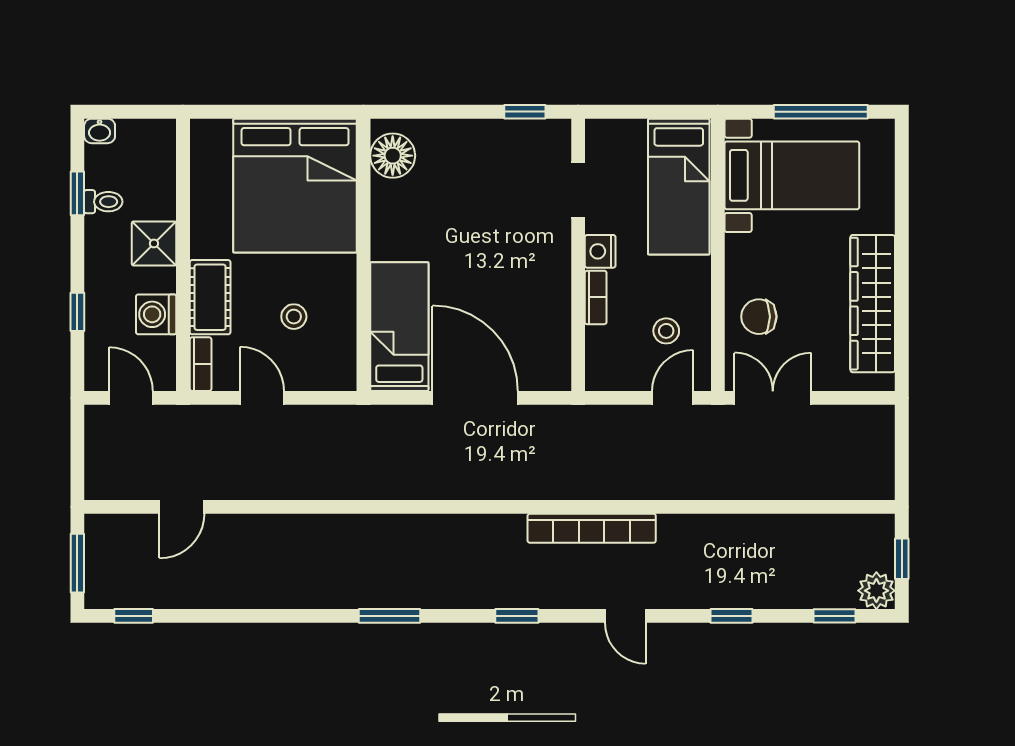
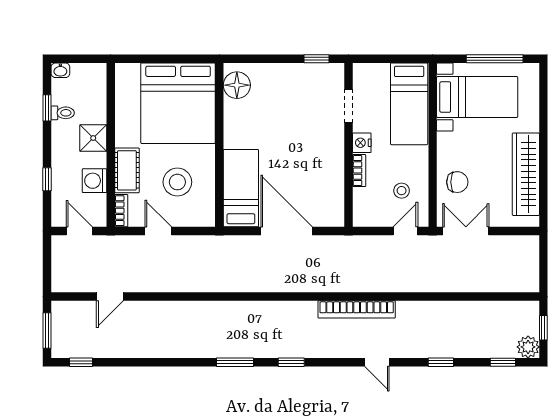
stool: (294, 317) -> (177, 182), width x1.89, depth x1.89
chair: (759, 317) -> (457, 182), turned 180
window: (517, 616) -> (291, 362), moved

